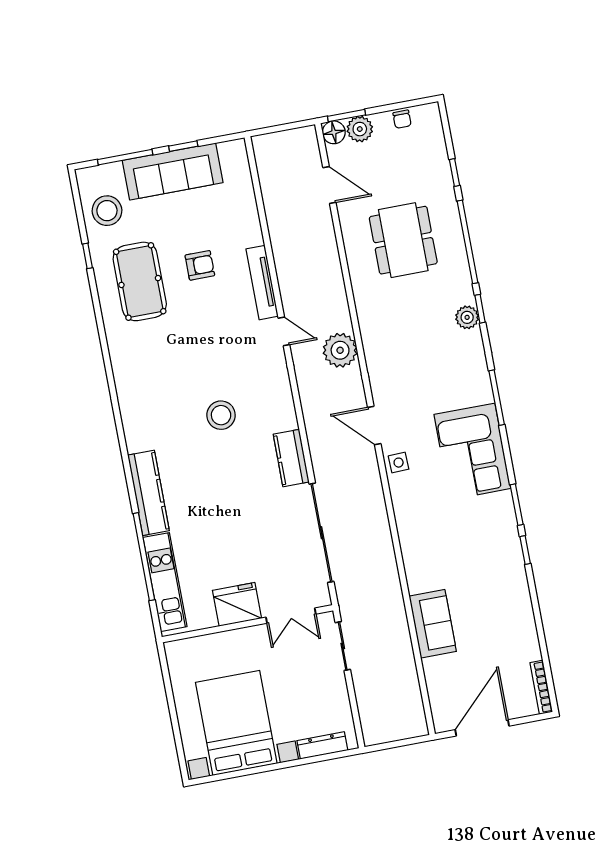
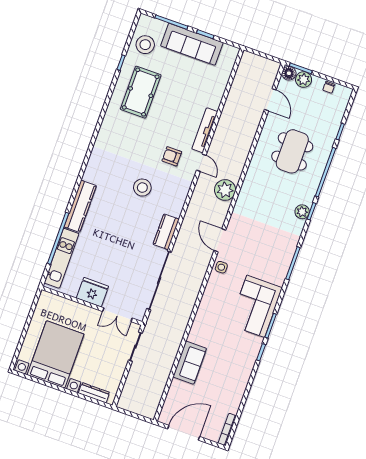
armchair: (200, 265) -> (172, 156), moved, turned 180
corner sofa: (472, 451) -> (256, 306), moved

